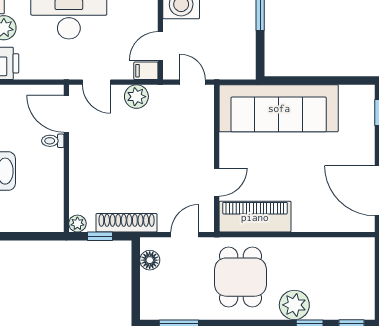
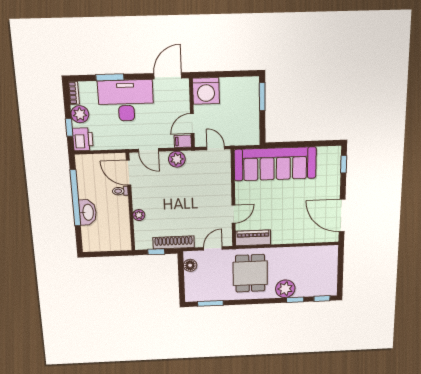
piano: (255, 217) -> (253, 238), width x0.73, depth x0.75
plant: (77, 224) -> (139, 215), moved

